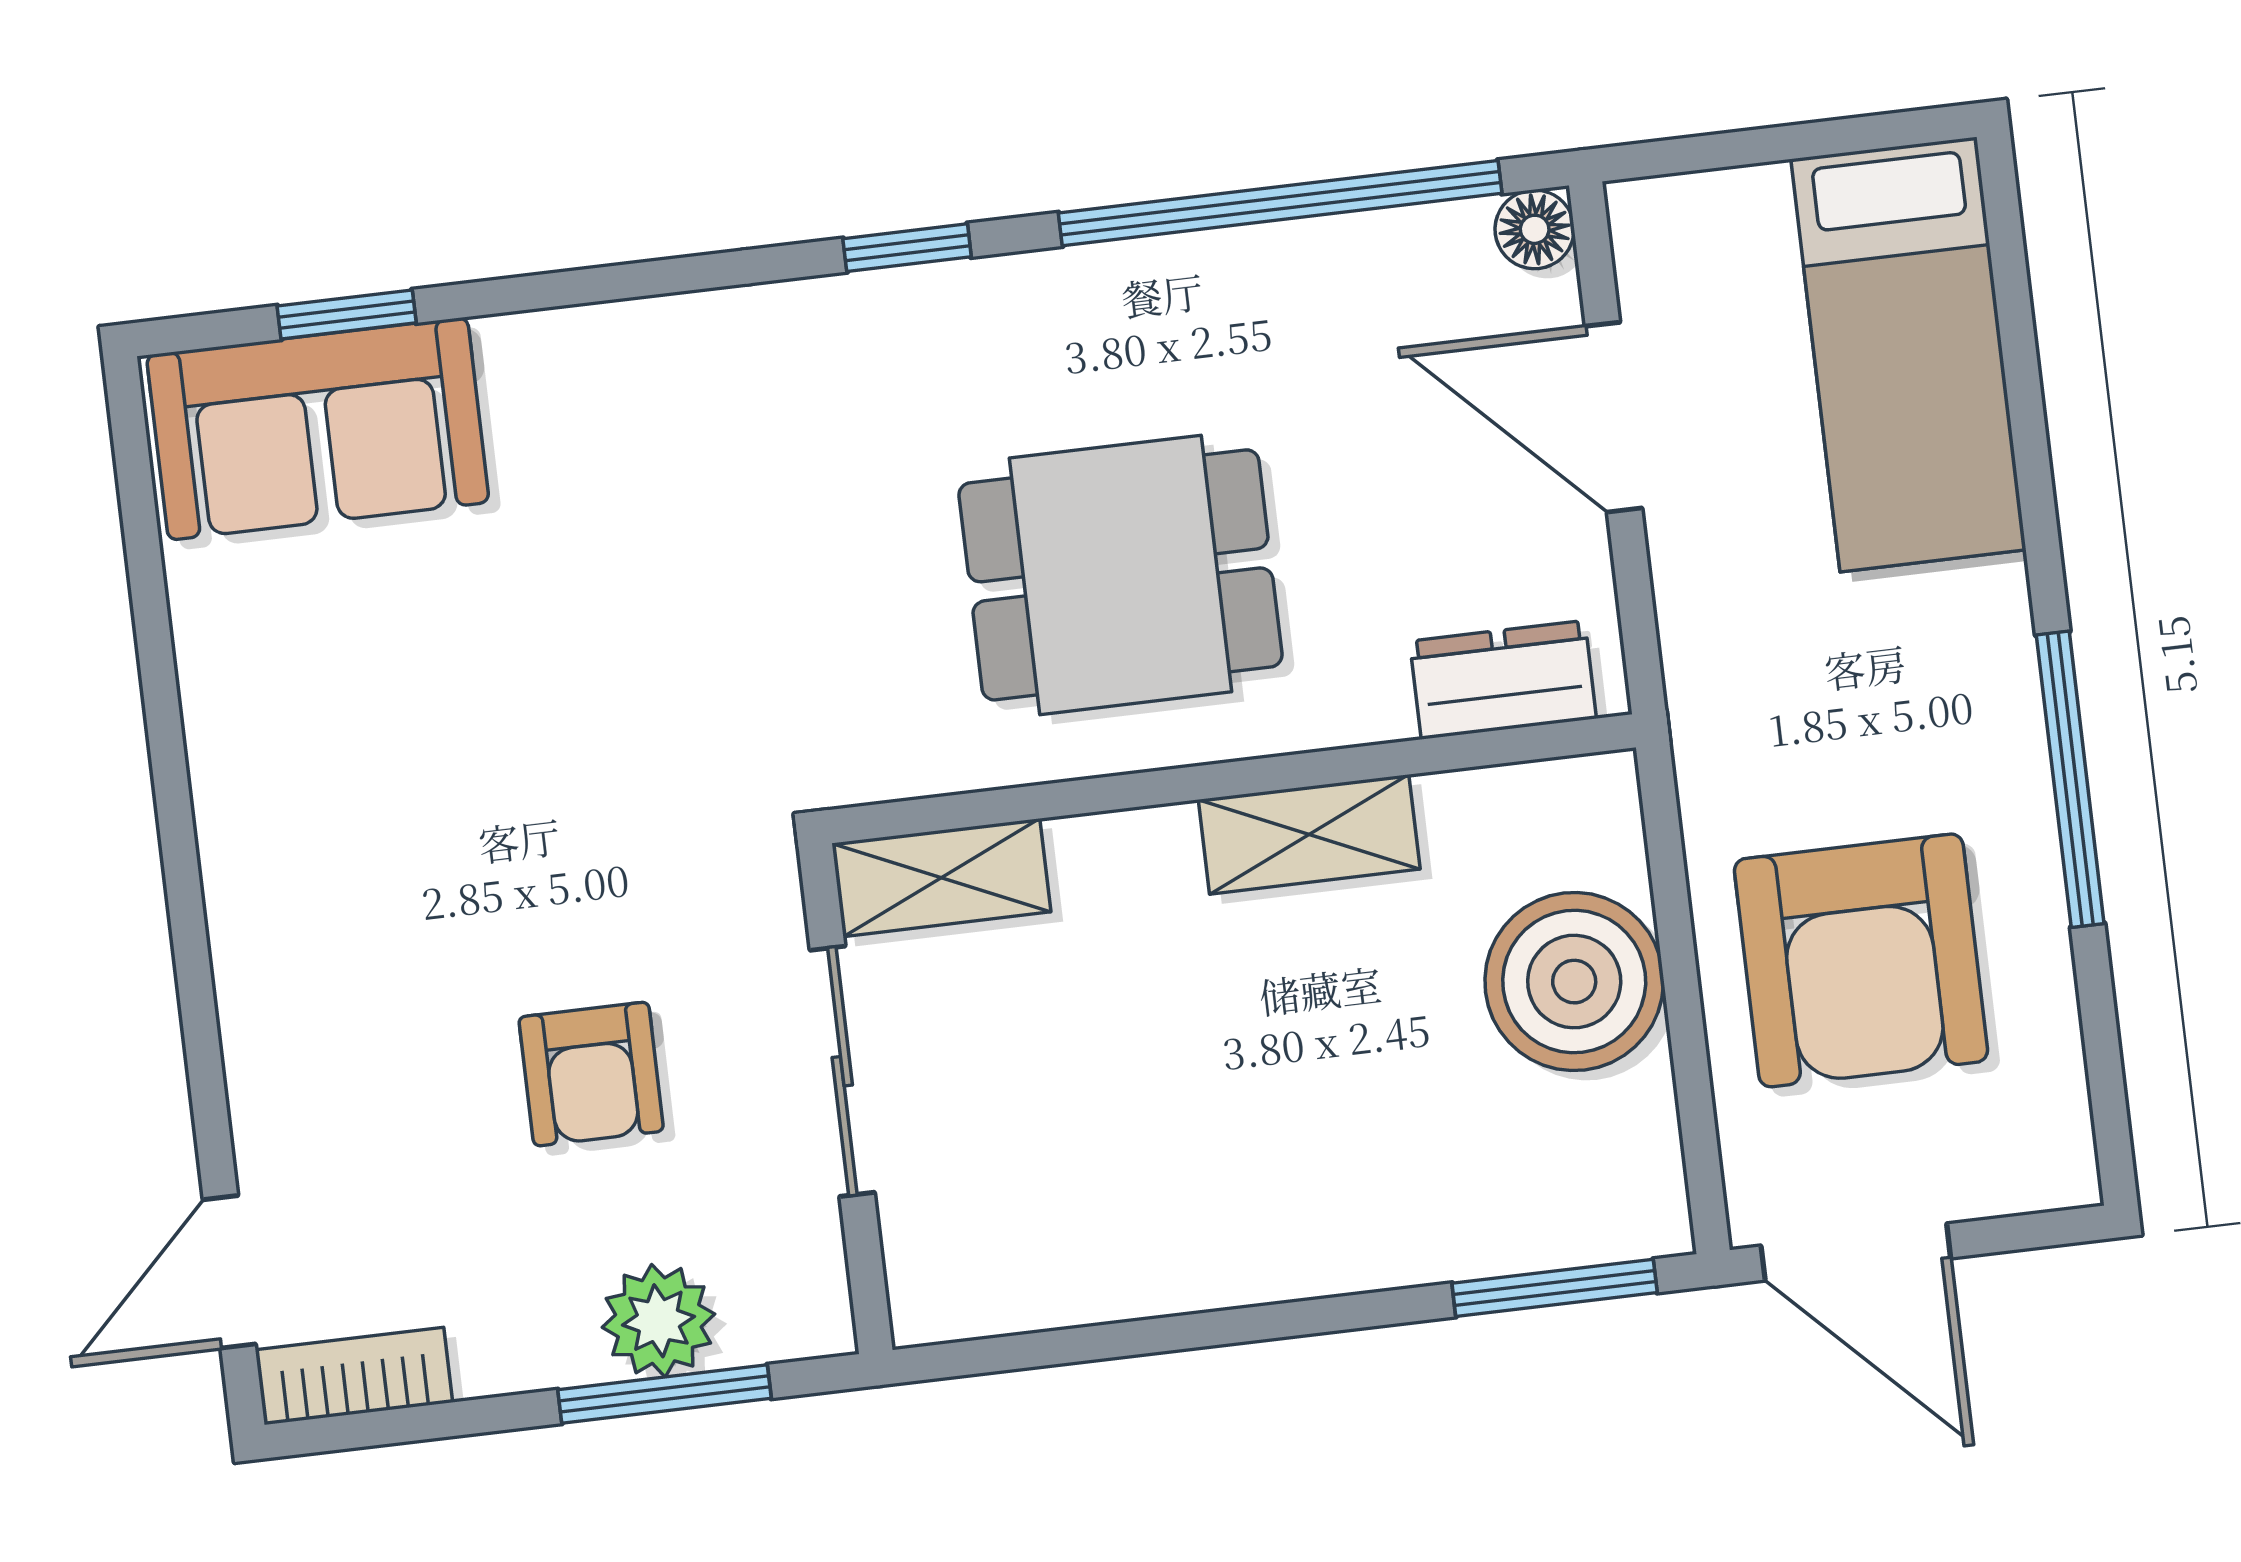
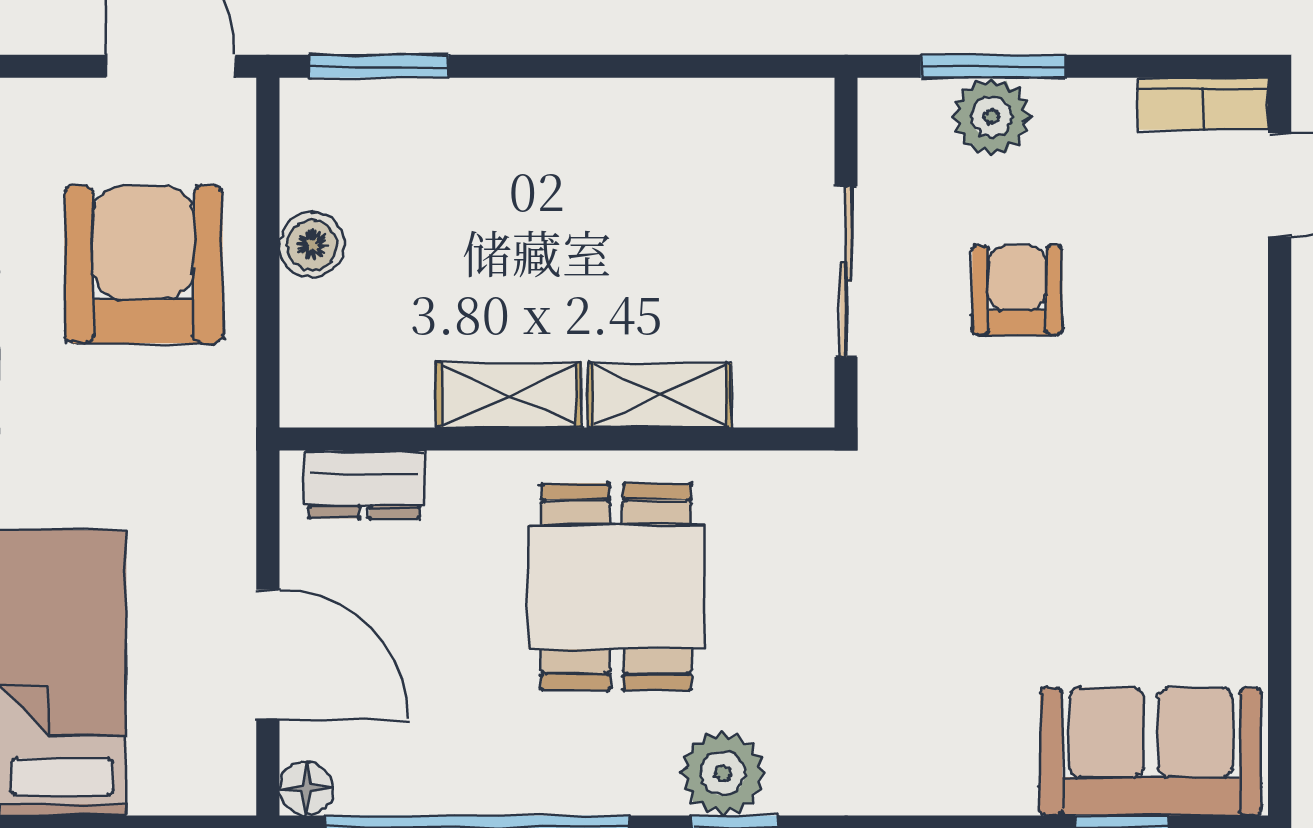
plant: (934, 323) -> (723, 773), added
dining table: (1120, 575) -> (616, 587), turned 90
shelving: (941, 878) -> (659, 395), moved
boiler: (1574, 982) -> (312, 245), width x0.54, depth x0.54

